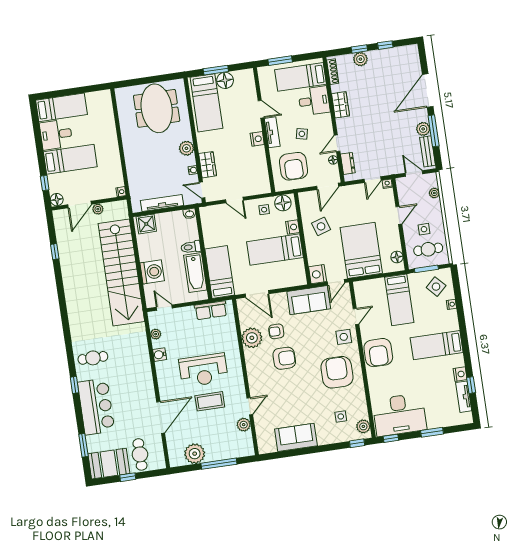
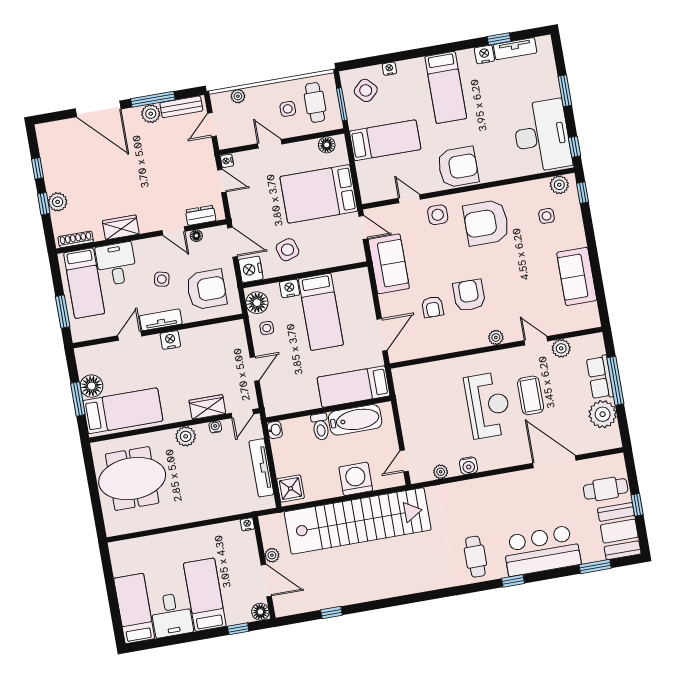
nightstand: (318, 274) -> (251, 269), moved, turned 90
row of seats: (211, 310) -> (600, 377), moved, turned 180
plant: (252, 338) -> (496, 337), moved, width x0.53, depth x0.53

